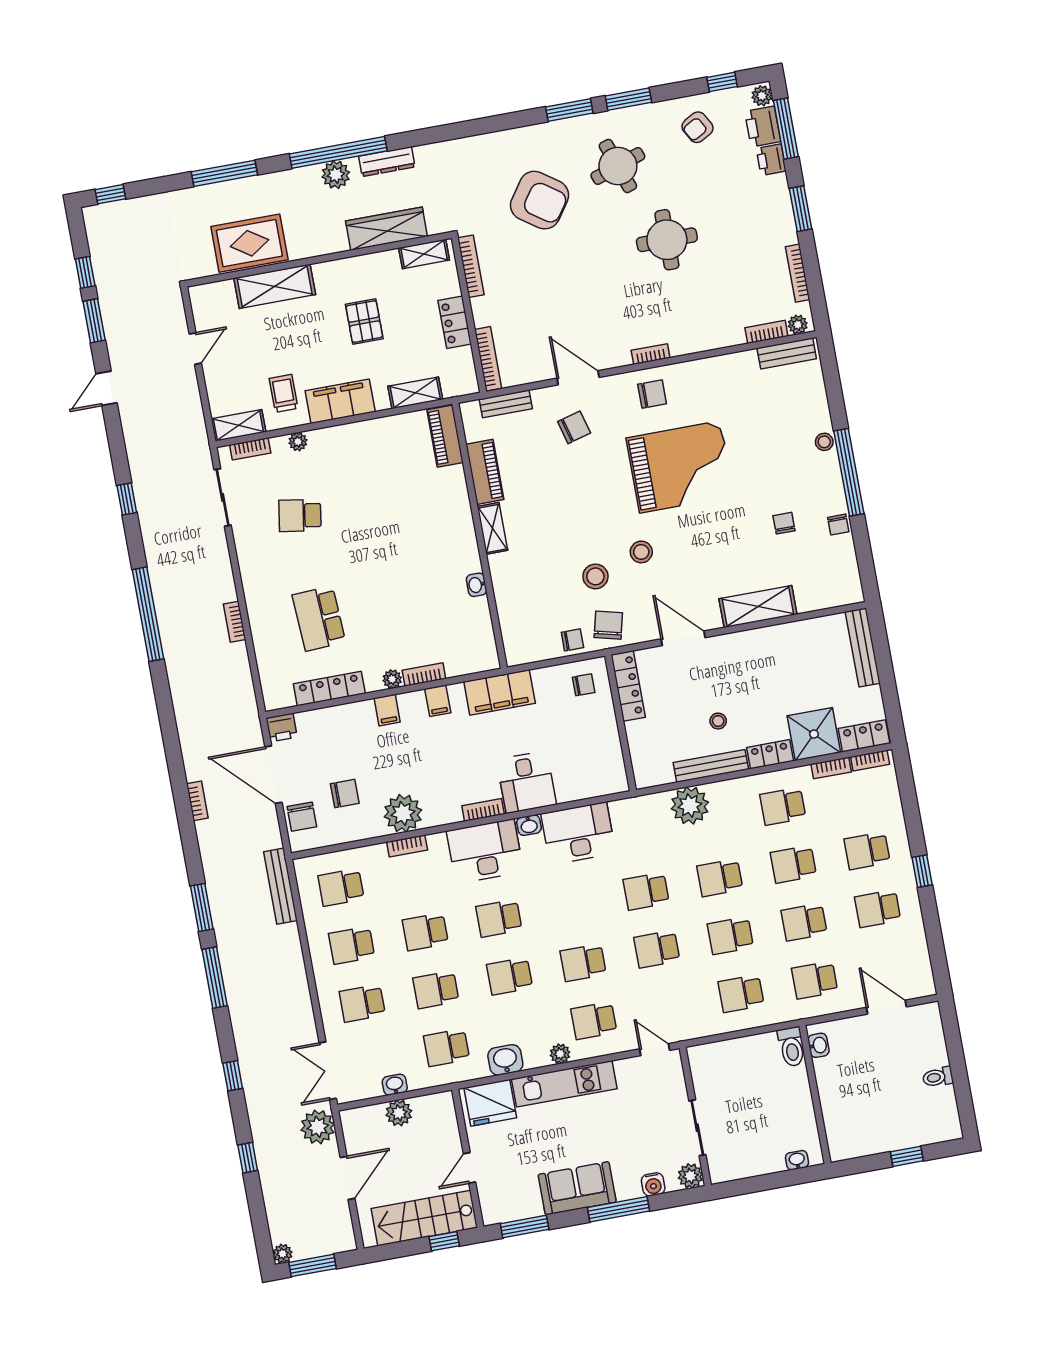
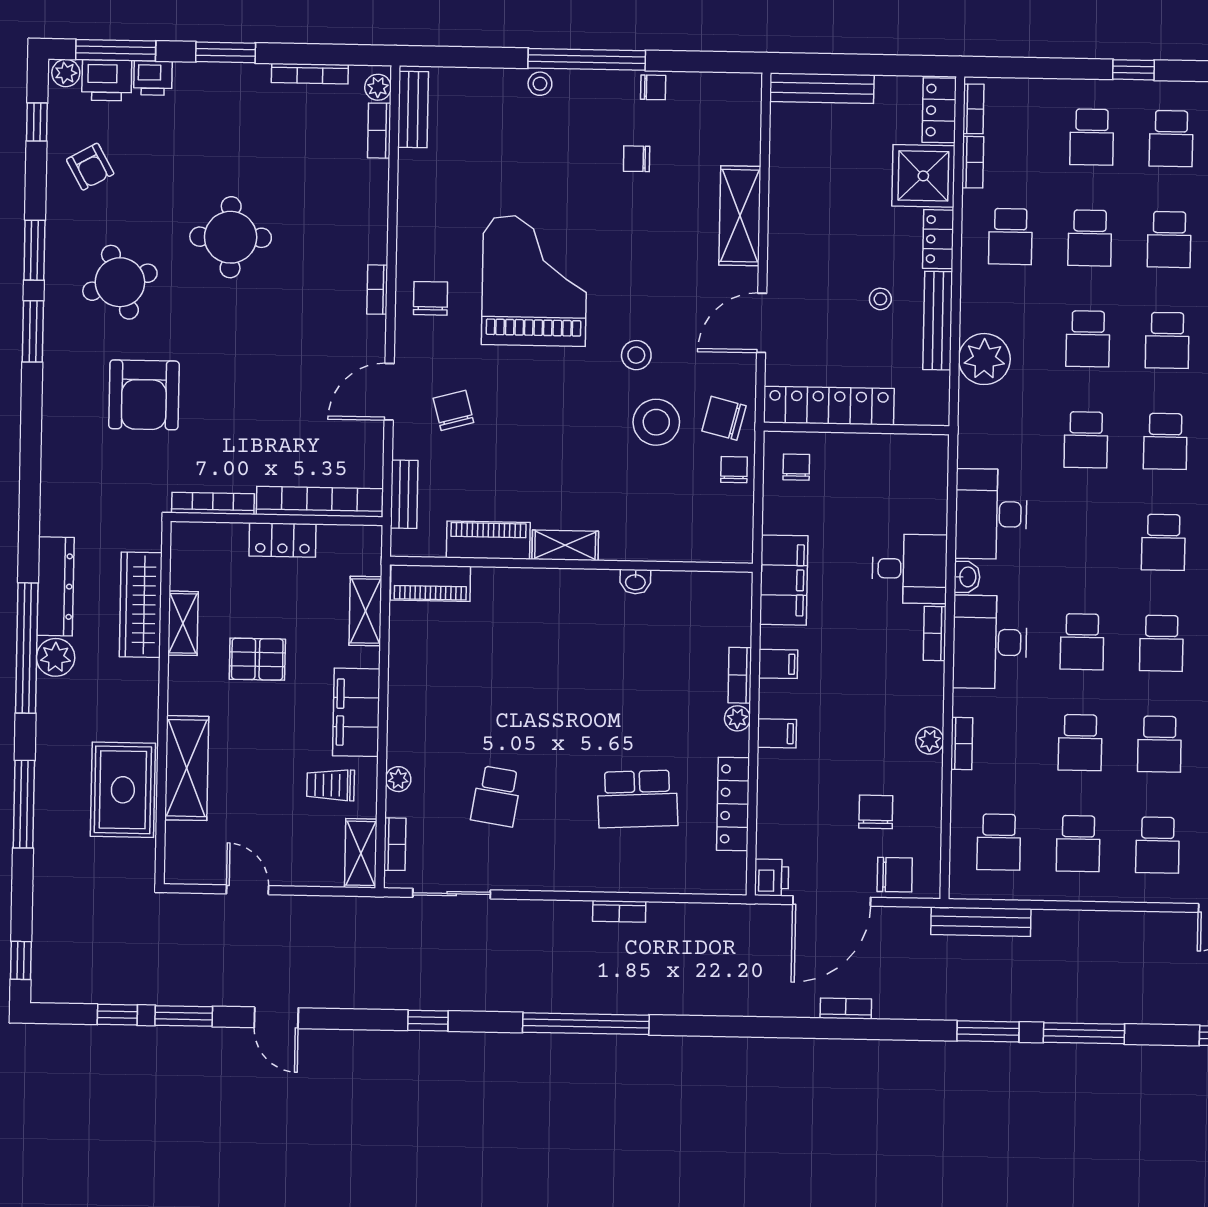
dresser: (387, 162) -> (55, 586), width x1.37, depth x1.24
armchair: (540, 200) -> (144, 395), turned 145
shelving: (424, 254) -> (183, 623), moved
bookcase: (488, 359) -> (320, 502), width x1.48, depth x1.31
stool: (595, 576) -> (656, 422), width x1.38, depth x1.38
locker: (628, 686) -> (829, 406), width x1.41, depth x1.21
plant: (403, 813) -> (930, 740), width x0.53, depth x0.53

